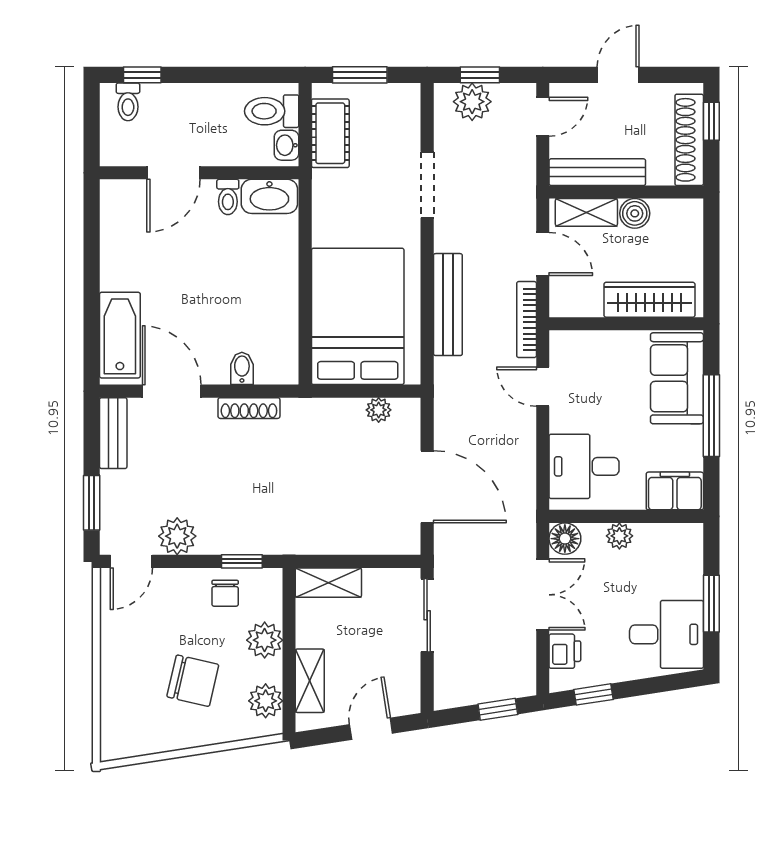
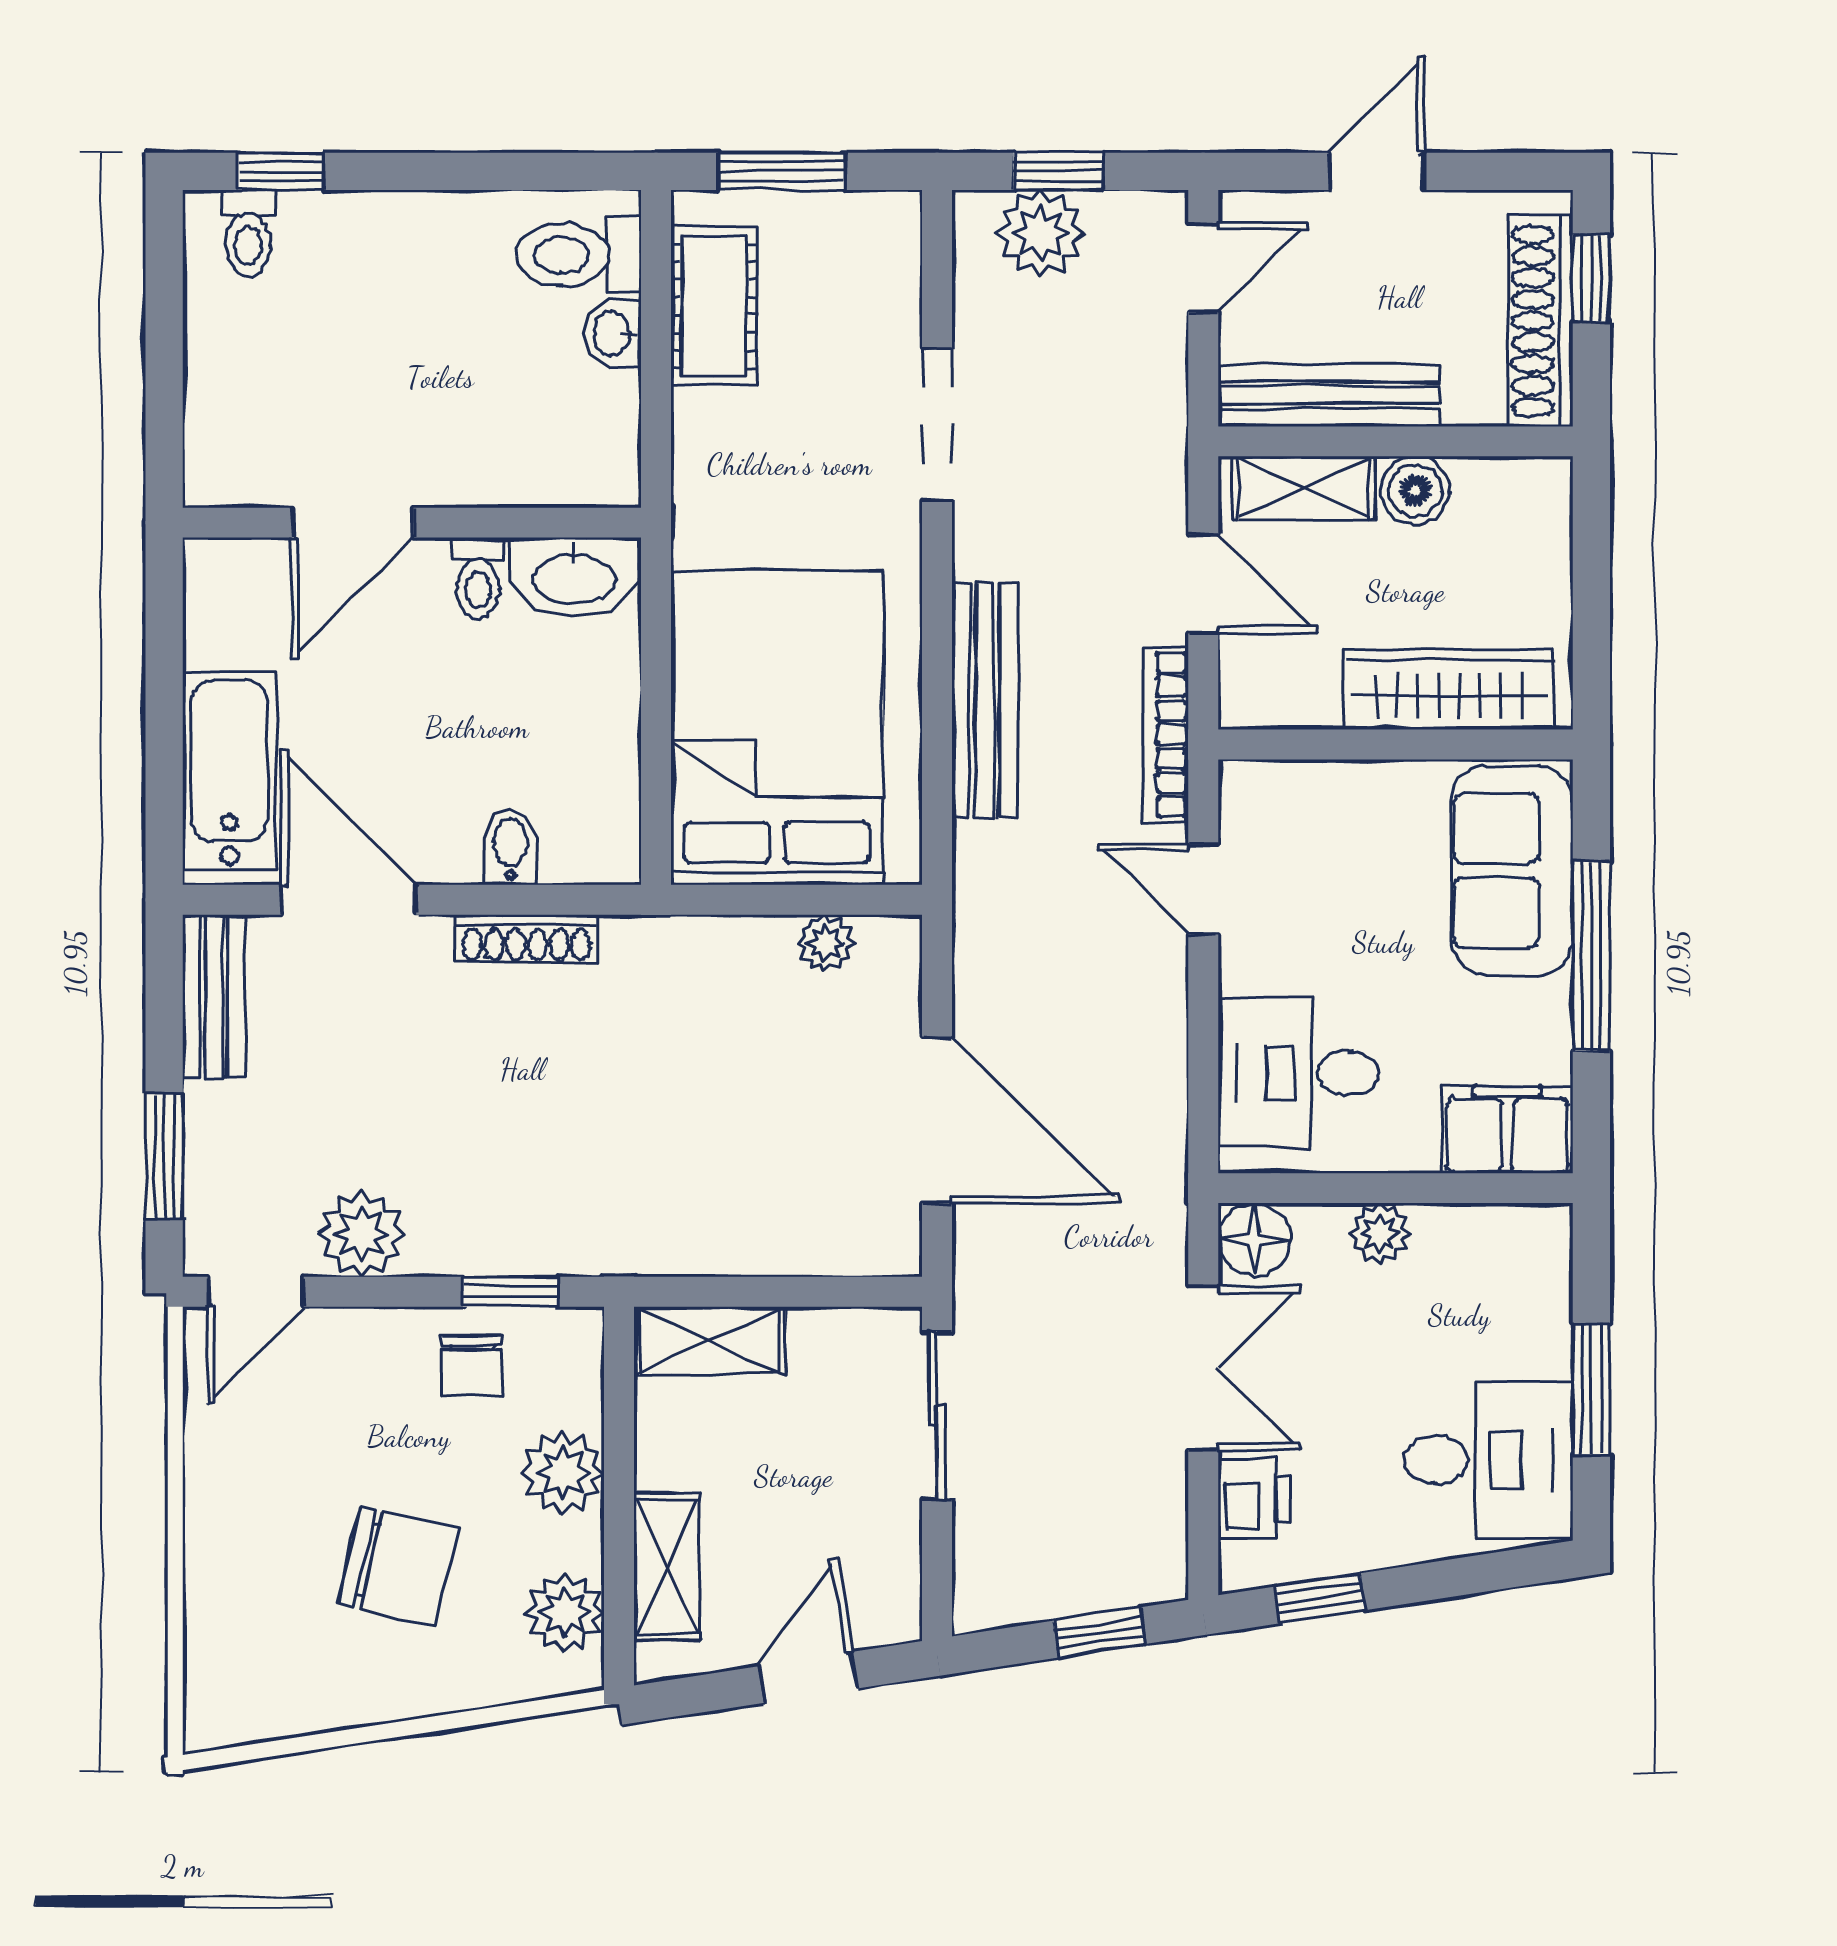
door: (173, 173) -> (353, 523), moved
wall: (199, 173) -> (412, 523), moved
washbasin: (269, 196) -> (574, 577), moved
toilet: (228, 197) -> (478, 578), moved

